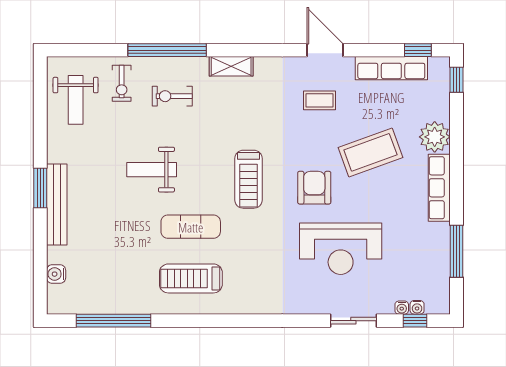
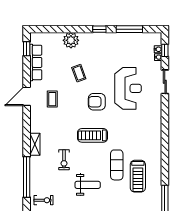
window: (457, 80) -> (99, 29), moved
exercise bike: (172, 96) -> (64, 160), moved
coffee table: (370, 152) -> (79, 73), width x0.54, depth x0.58
weight bench: (152, 170) -> (88, 185), turned -90
treadmill: (248, 179) -> (93, 135), turned 180
row of seats: (439, 188) -> (97, 38), removed
treadmill: (191, 278) -> (138, 176), moved

